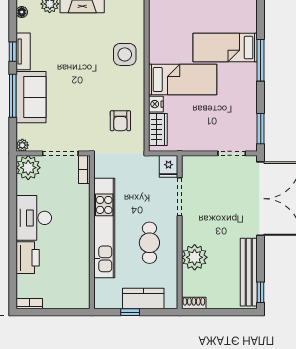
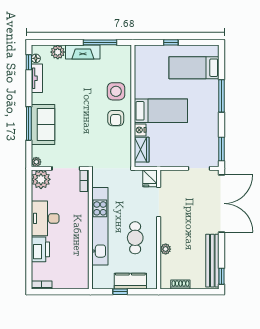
bed: (225, 48) -> (194, 68), moved
tv unit: (23, 51) -> (37, 78), moved
window: (13, 52) -> (29, 62), moved
armchair: (120, 121) -> (116, 118), moved
plant: (195, 257) -> (166, 249), width x0.53, depth x0.53
shoe rack: (194, 303) -> (180, 285), moved

